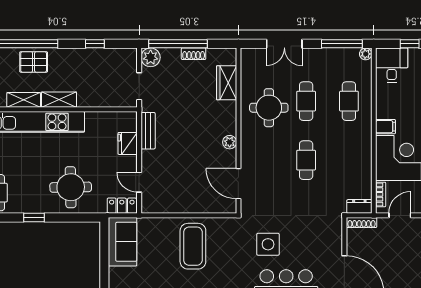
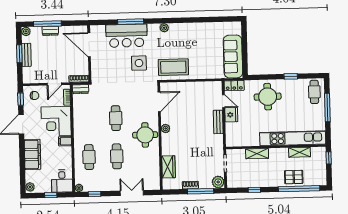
window: (178, 44) -> (201, 191), width x0.68
window: (342, 44) -> (95, 194), width x0.46
shelving: (59, 100) -> (257, 154), moved
round table: (269, 108) -> (145, 135), moved
bench: (148, 131) -> (218, 122), moved
fridge: (128, 143) -> (231, 115), moved
door: (238, 184) -> (159, 102), hinge flipped
sofa: (123, 242) -> (233, 57), width x1.36
coffee table: (193, 246) -> (173, 67), moved, turned 90

